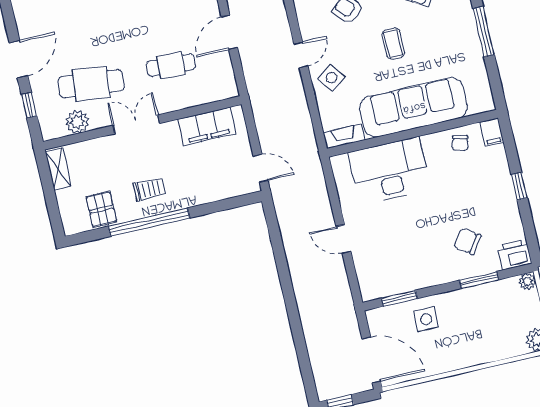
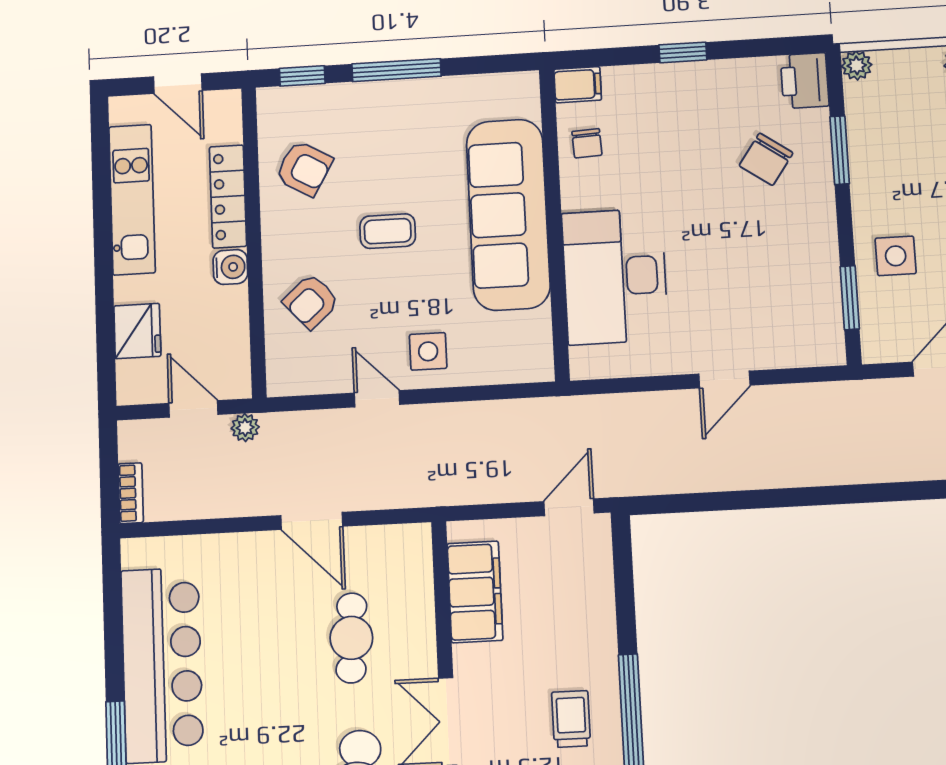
side table: (331, 78) -> (428, 351), turned 38
fireplace: (344, 136) -> (538, 347), removed
chair: (460, 143) -> (587, 143), turned 74

